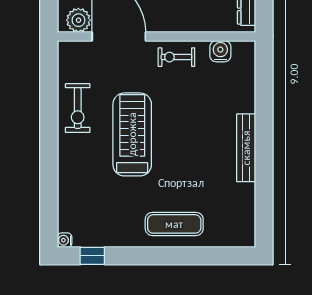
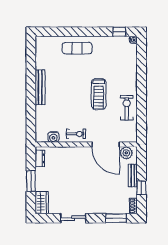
treadmill: (132, 134) -> (99, 94), width x0.73, depth x0.73

